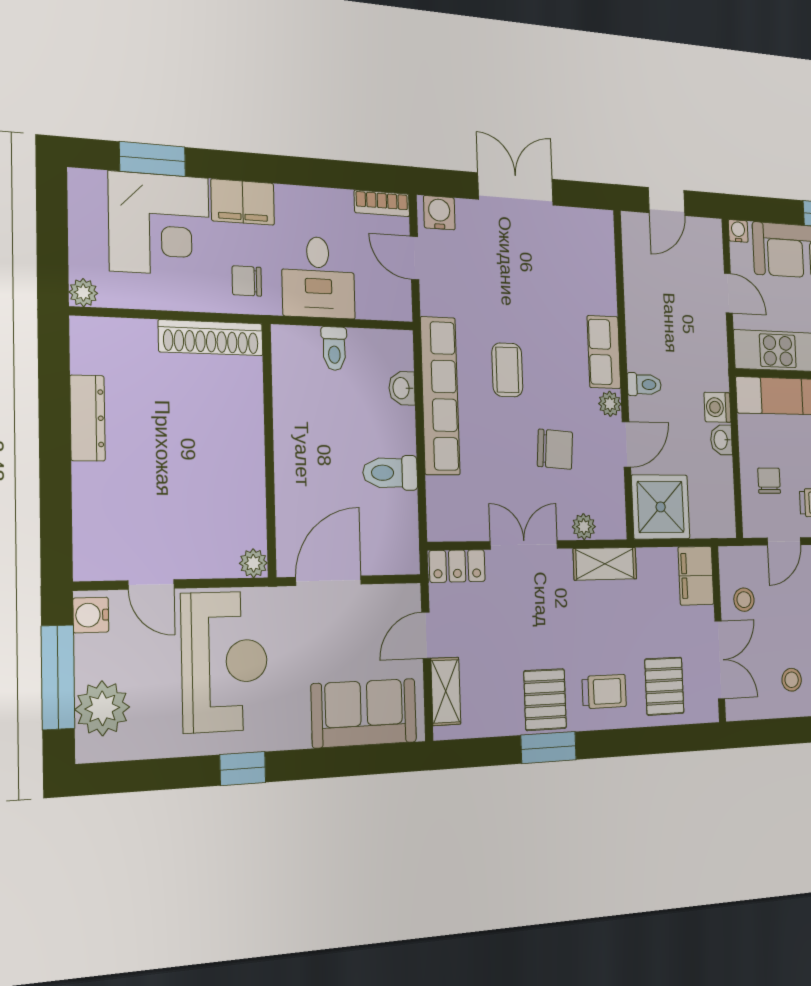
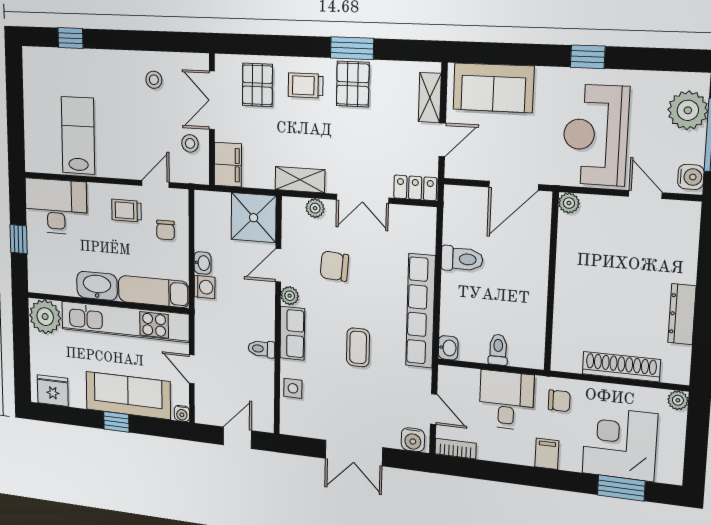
filing cabinet: (243, 202) -> (547, 454), width x0.50
side table: (599, 275) -> (293, 388), added
shoe rack: (211, 338) -> (621, 367), moved
coffee table: (507, 370) -> (358, 347), moved
toilet: (644, 384) -> (261, 349), moved
washbasin: (402, 388) -> (448, 348), moved

